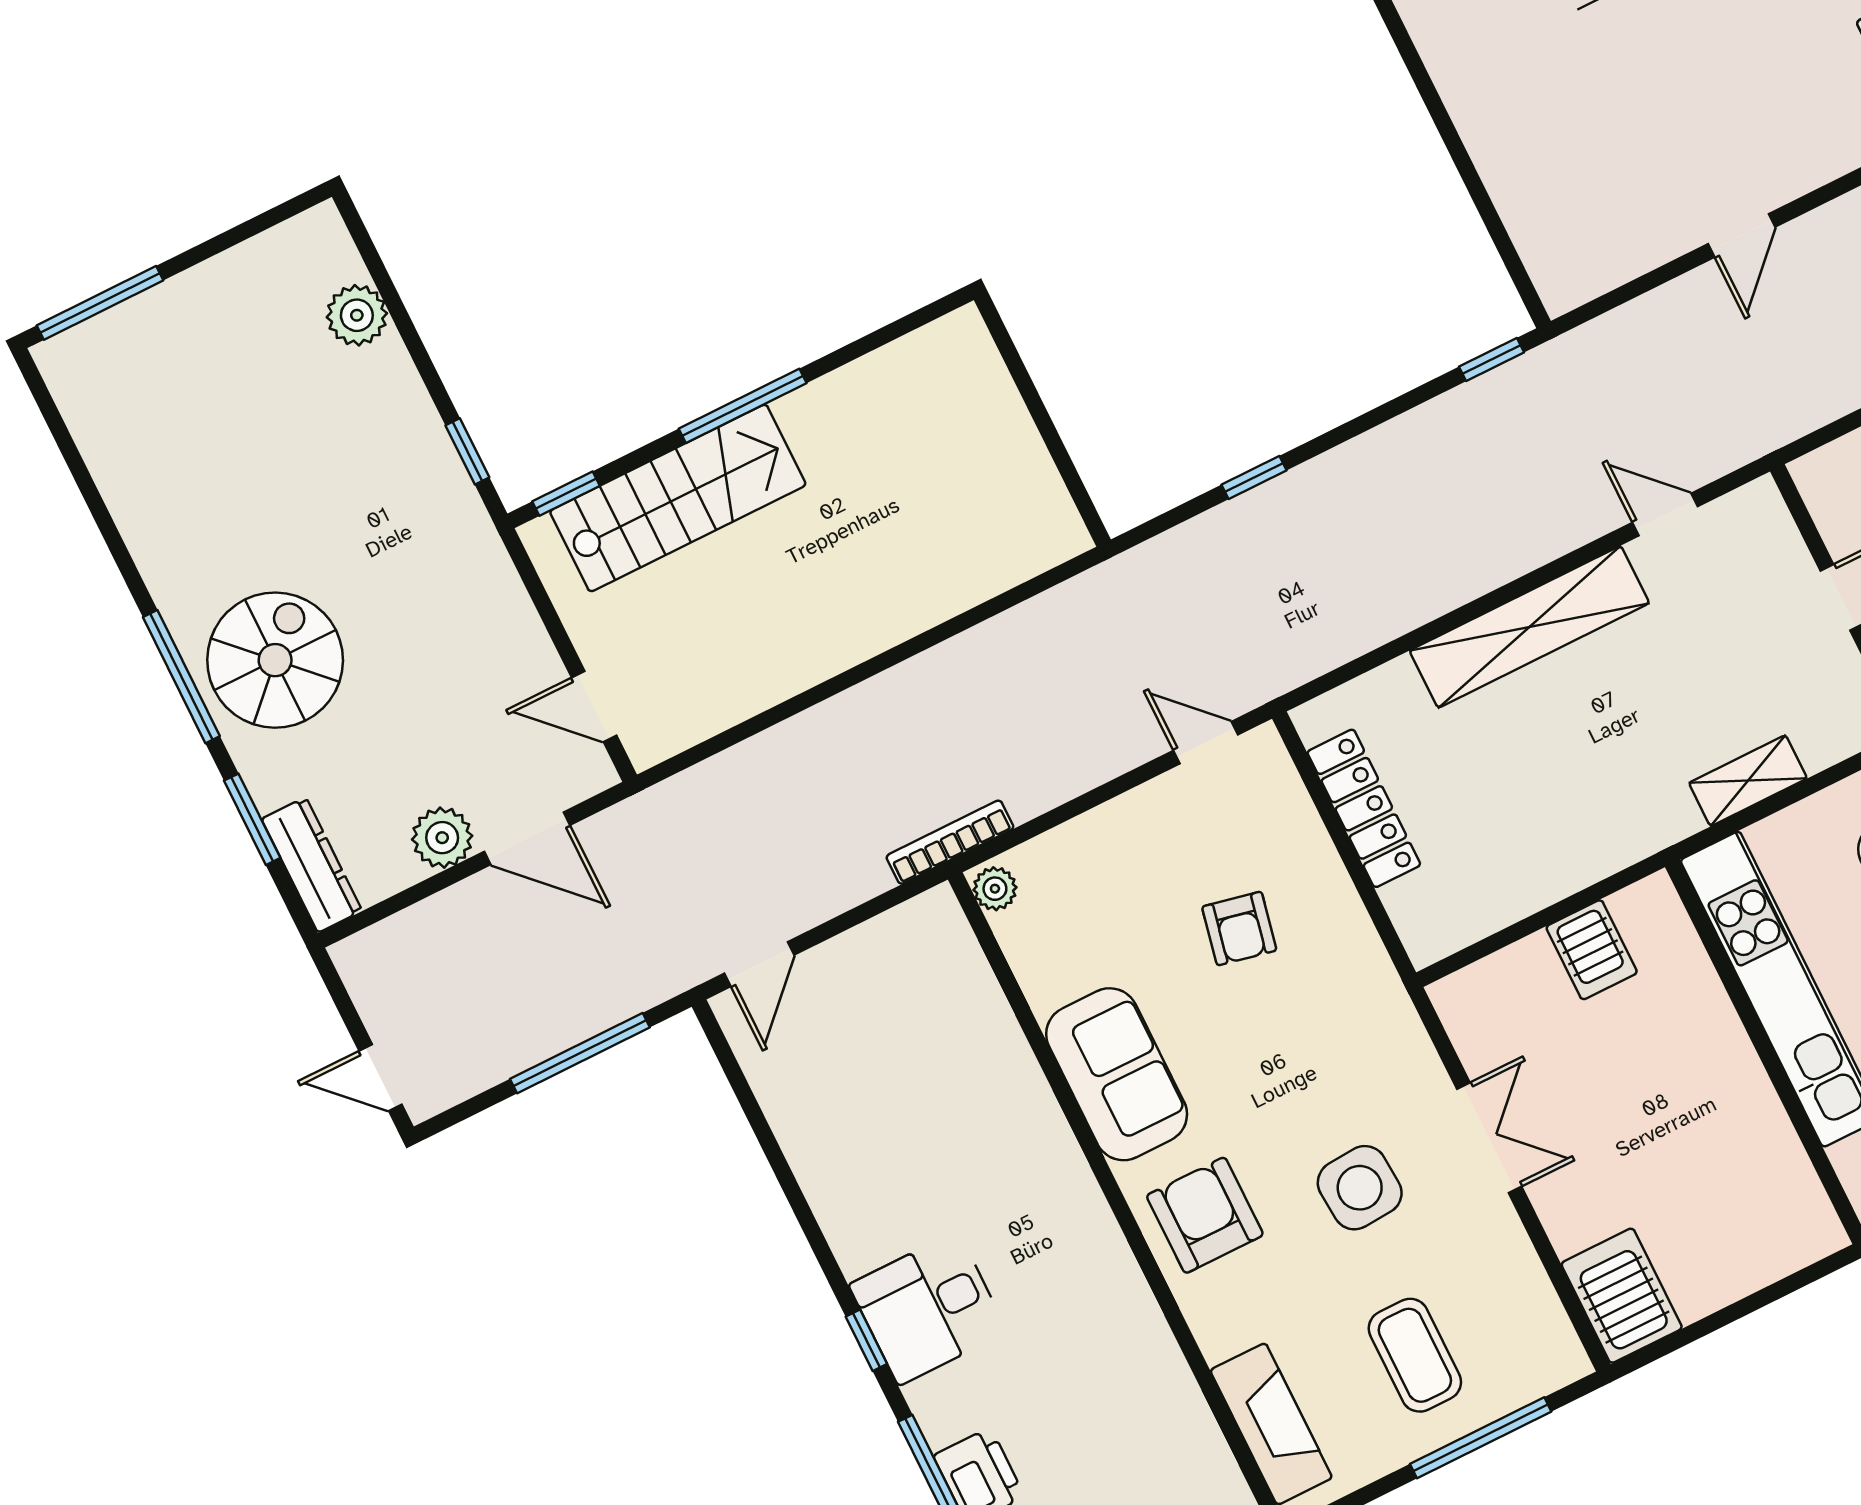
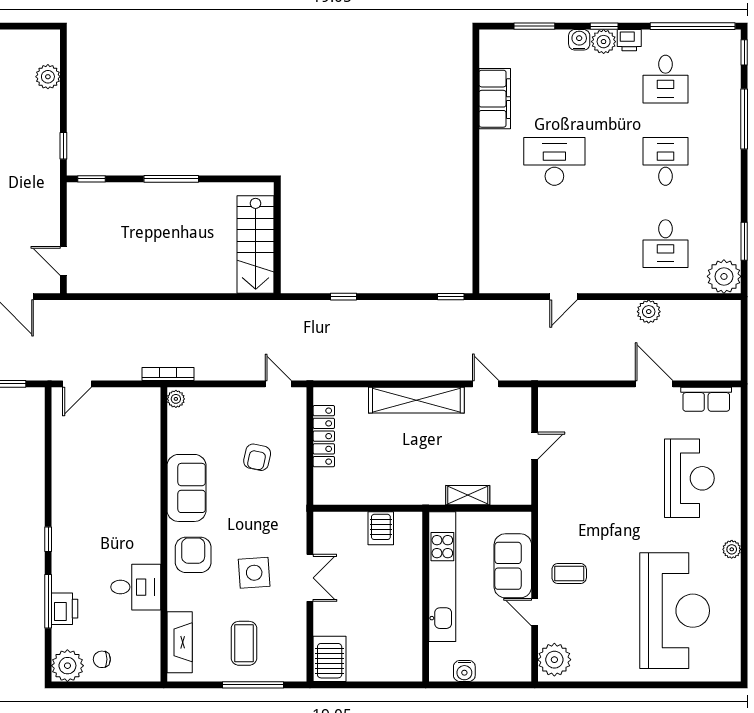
stairs: (678, 498) -> (256, 244), moved, turned 90
desk: (928, 1308) -> (136, 587), moved, turned 180

